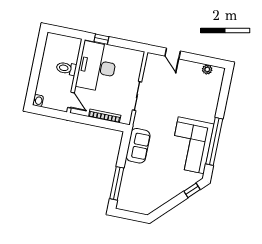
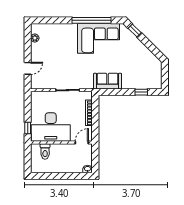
toilet: (66, 68) -> (45, 151), moved
window: (117, 183) -> (141, 92), width x0.46

